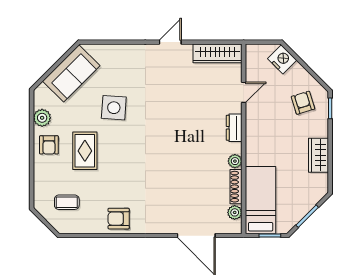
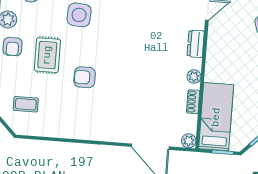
shoe rack: (236, 187) -> (193, 102), width x0.70
plant: (235, 212) -> (189, 141), moved
armchair: (119, 219) -> (85, 77), moved

